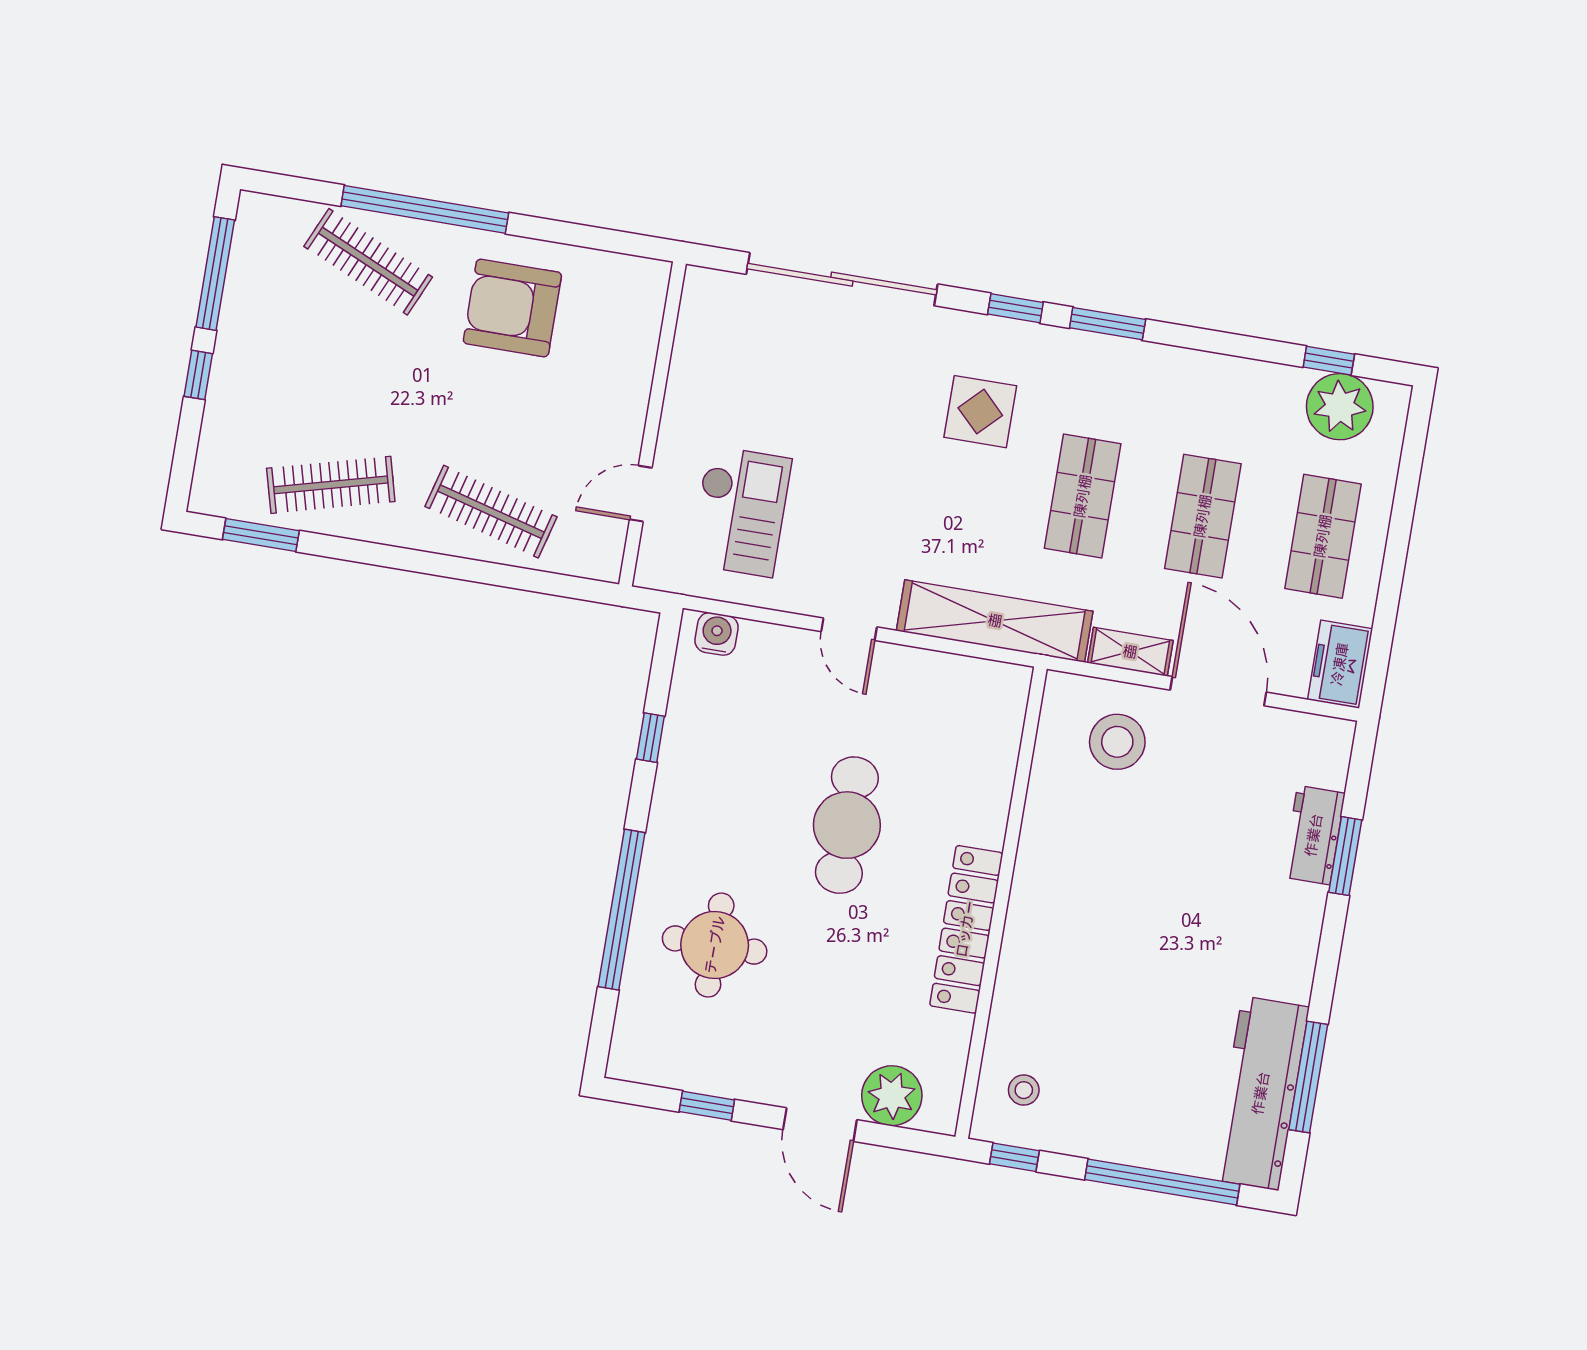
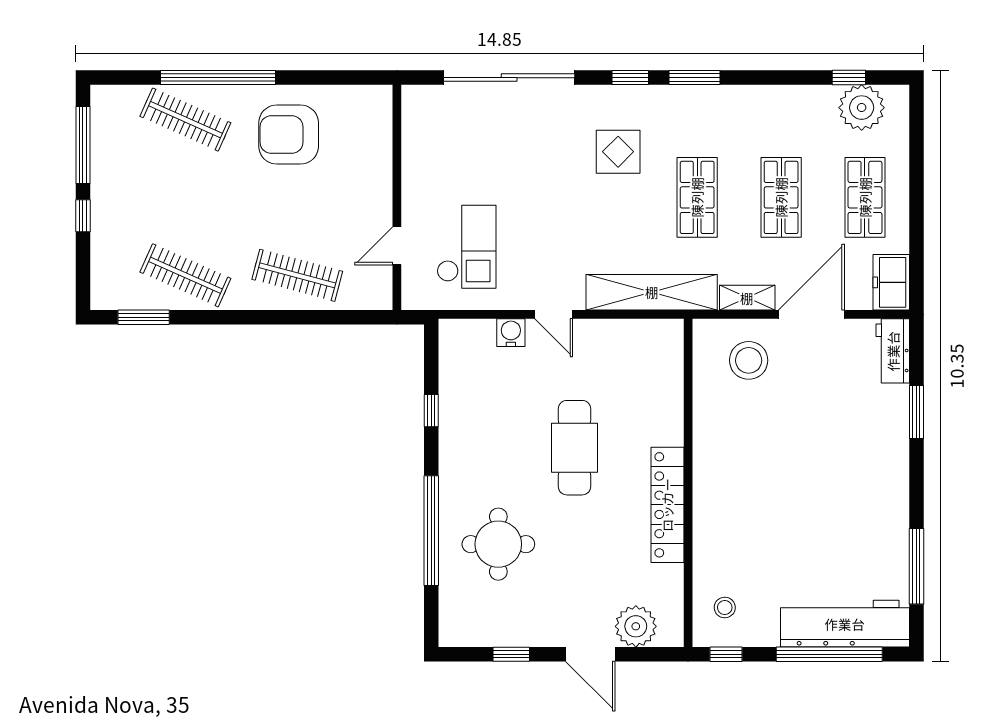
clothes rail: (331, 485) -> (185, 275), turned 39
water cooler: (717, 634) -> (511, 333), moved
door: (1218, 691) -> (811, 314), hinge flipped
workbench: (1314, 835) -> (893, 351), moved
workbench: (1261, 1093) -> (845, 624), moved, turned 90

